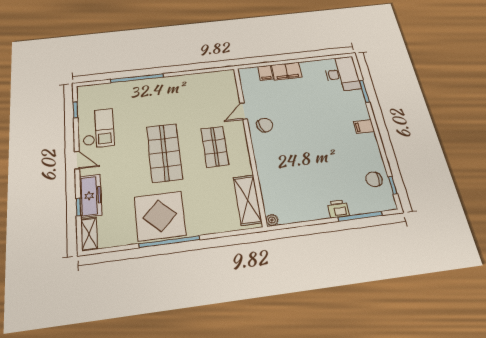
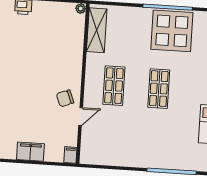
filing cabinet: (265, 73) -> (70, 155), moved
shop shelf: (164, 153) -> (159, 89), width x0.70, depth x0.74

